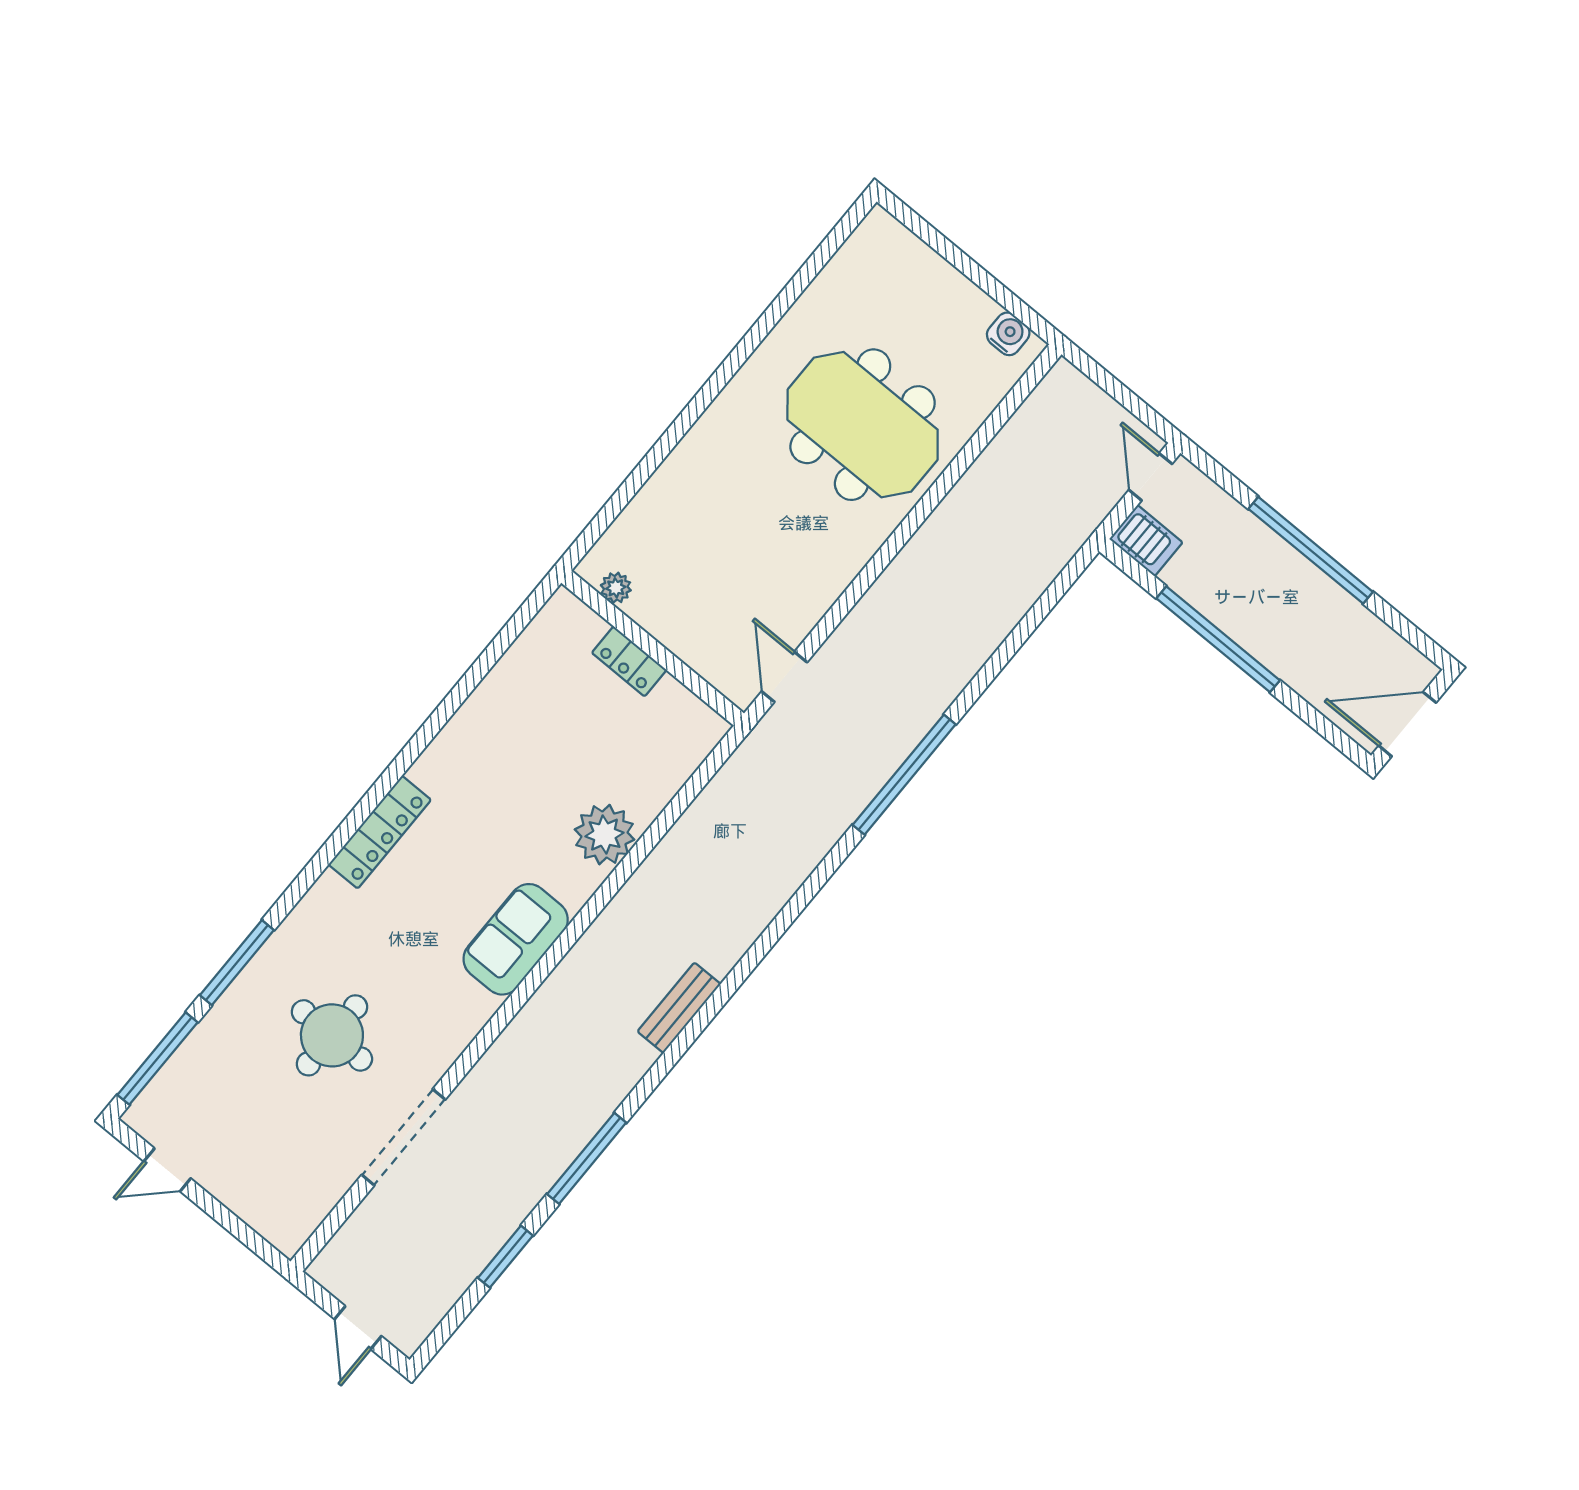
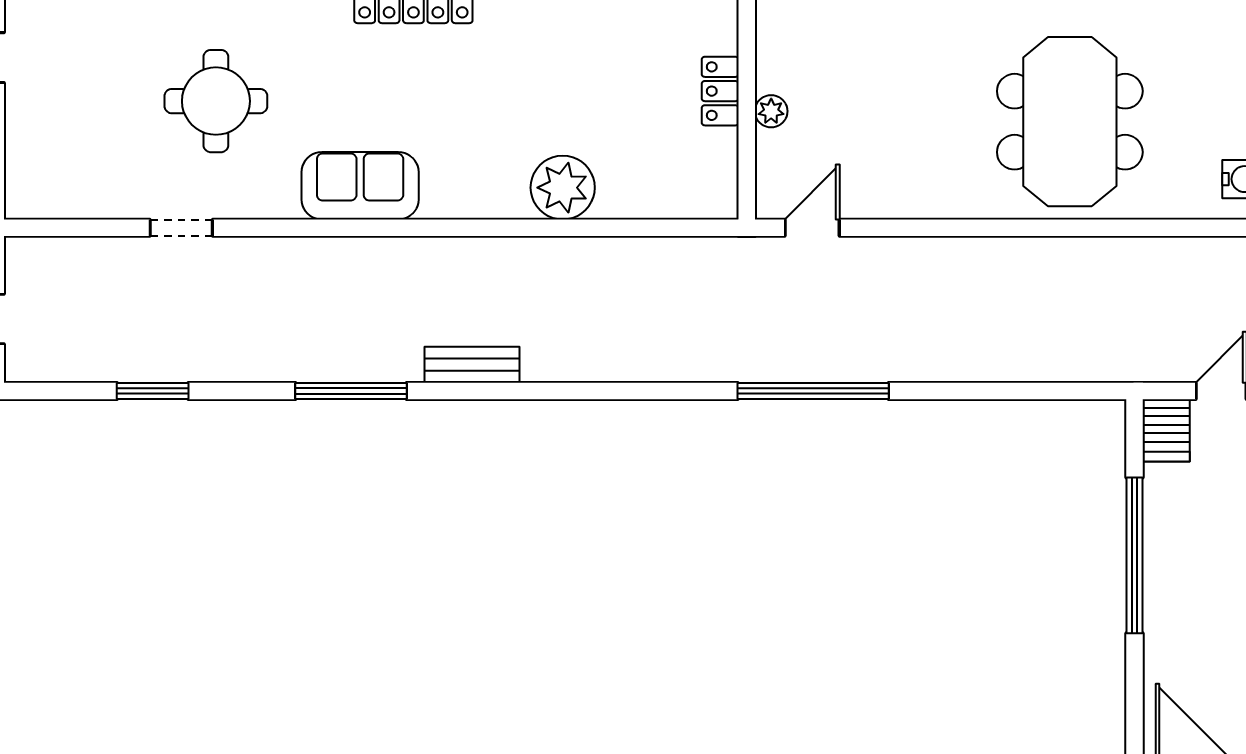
plant: (616, 588) -> (771, 111), moved
sofa: (516, 939) -> (360, 186), moved
doorway: (403, 1137) -> (181, 228), width x0.53
window: (587, 1158) -> (351, 391), moved

